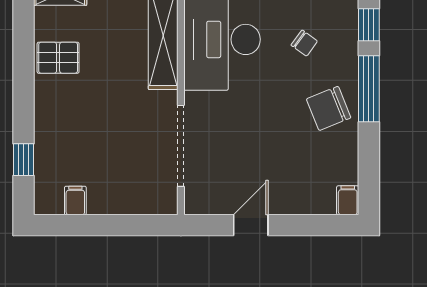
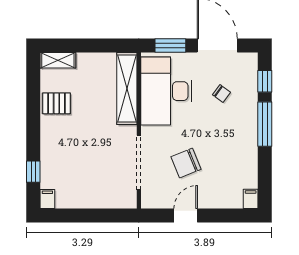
chair: (329, 108) -> (186, 163), moved
filing cabinet: (75, 200) -> (47, 199), moved

